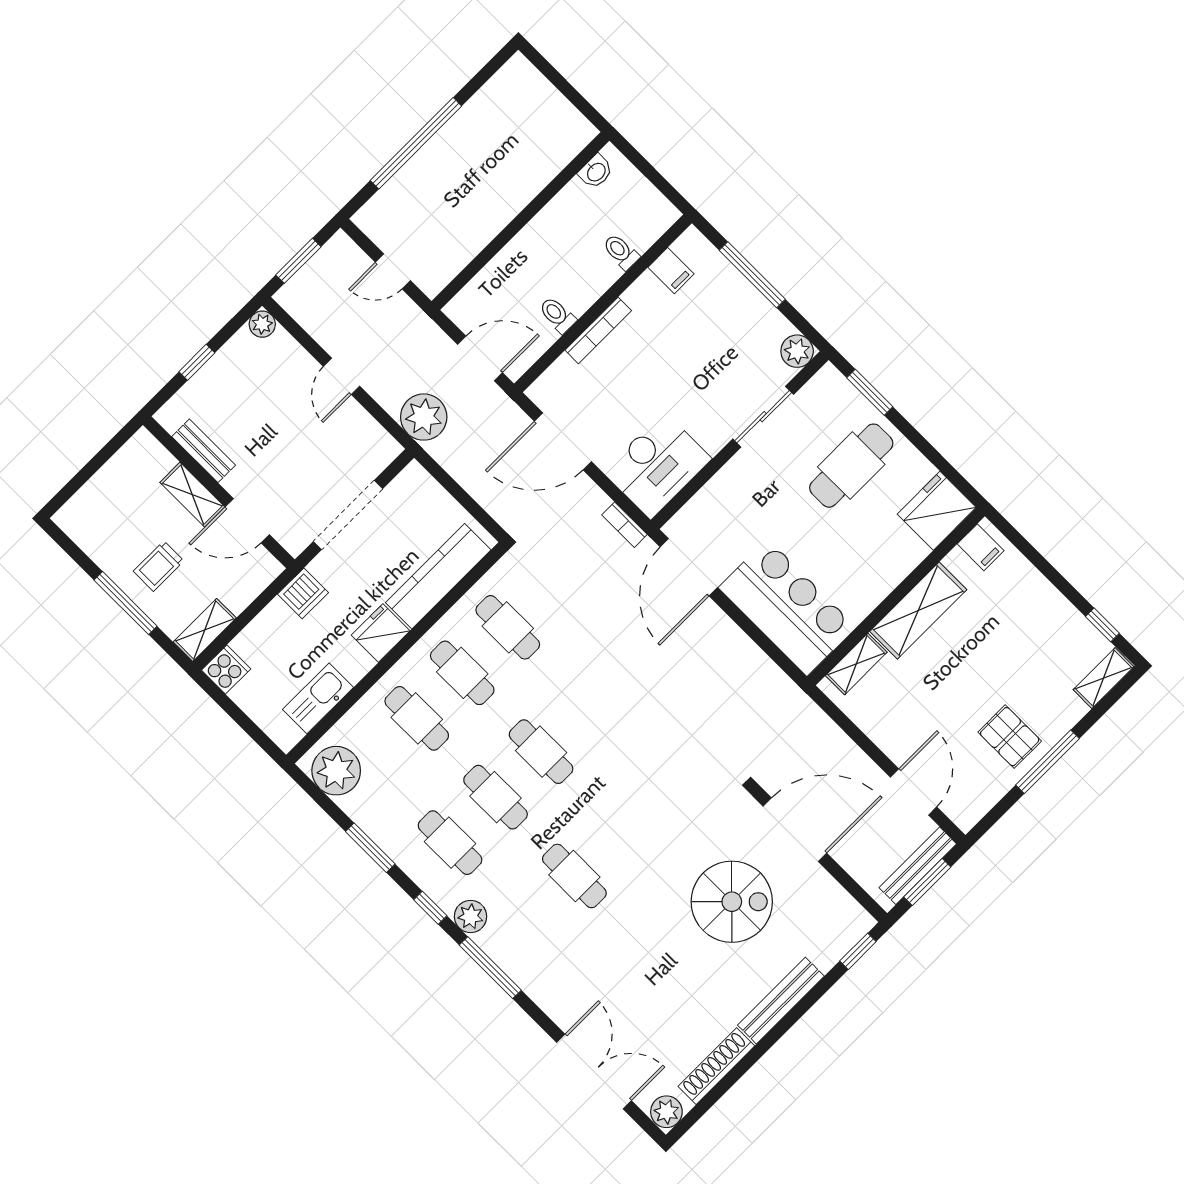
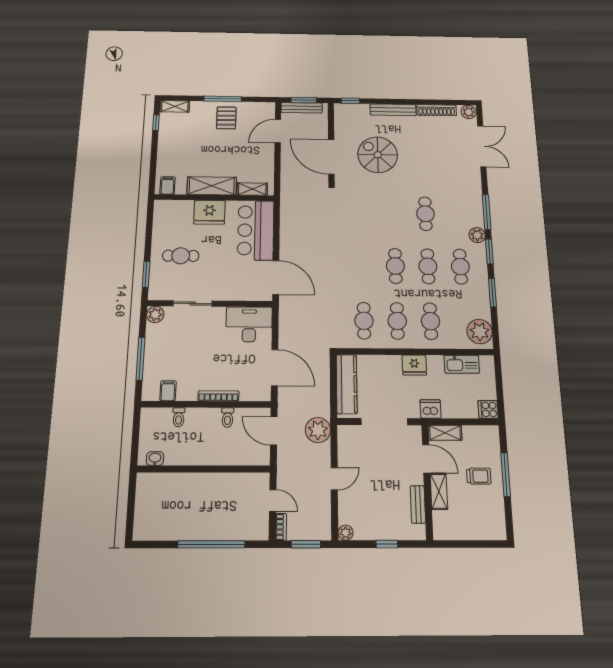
cafe table: (851, 466) -> (181, 256), width x0.73, depth x0.74
fridge: (937, 511) -> (209, 212), moved
bookcase: (624, 525) -> (281, 527), moved
door: (689, 567) -> (276, 278), hinge flipped
kitchen counter: (438, 576) -> (347, 384), moved, turned -90
shelving: (205, 630) -> (445, 433), moved
window: (430, 908) -> (489, 252), width x1.50
double door: (594, 1071) -> (482, 146), swing flipped

